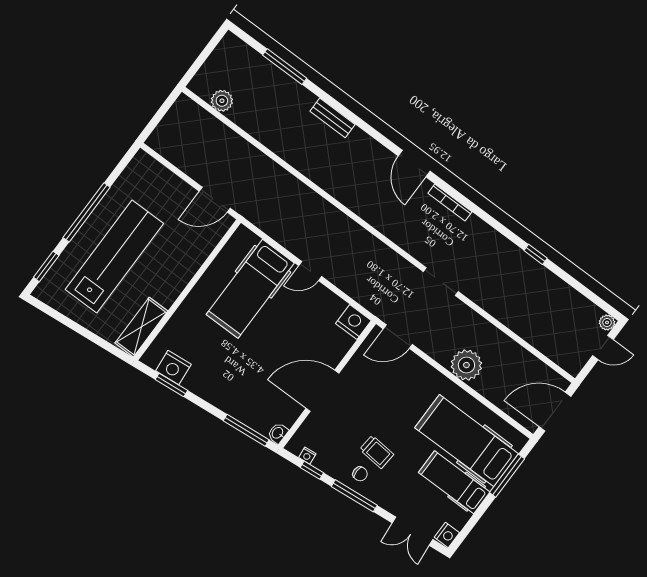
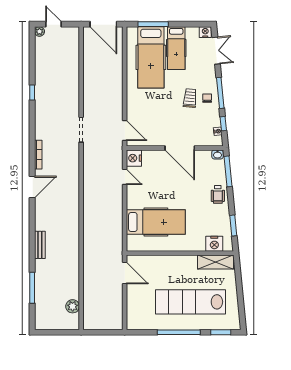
door: (310, 271) -> (125, 177), moved
plant: (466, 365) -> (113, 86), removed
nightstand: (173, 368) -> (214, 244), moved, turned 96
wheelchair: (226, 395) -> (218, 194), added

